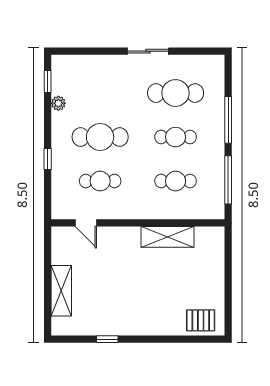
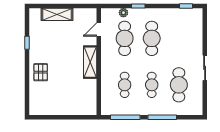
plant: (58, 103) -> (123, 13), moved
cafe table: (100, 181) -> (125, 38), width x1.37, depth x1.35
shelving: (168, 237) -> (90, 62), moved
pallet: (201, 320) -> (41, 72), moved

